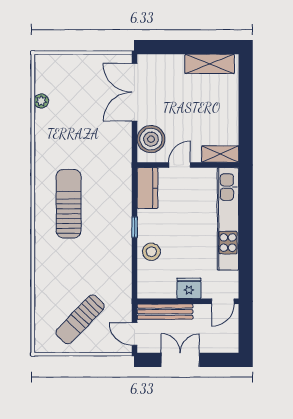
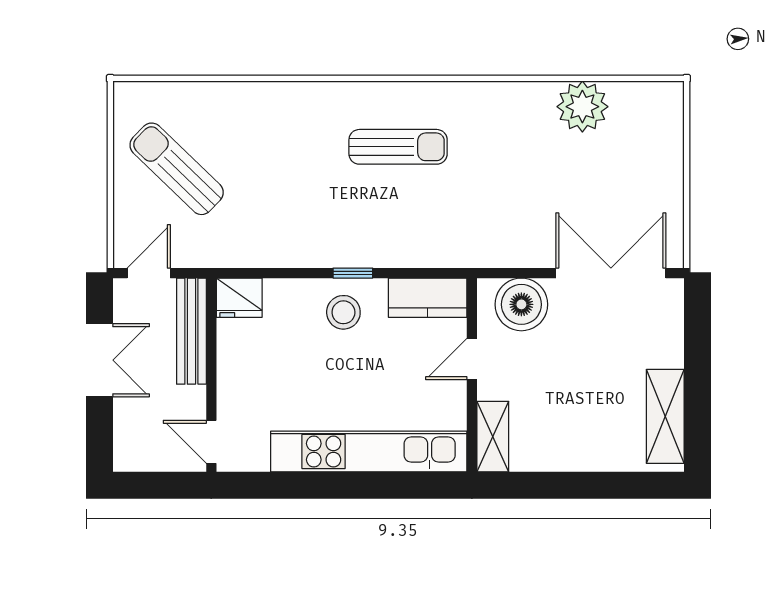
plant: (41, 101) -> (582, 107), width x1.87, depth x1.87
door: (180, 165) -> (472, 359), swing flipped
sun lounger: (69, 204) -> (398, 147), width x0.73, depth x0.75
stool: (151, 252) -> (343, 312), moved
fridge: (189, 288) -> (239, 298), moved, turned 90

